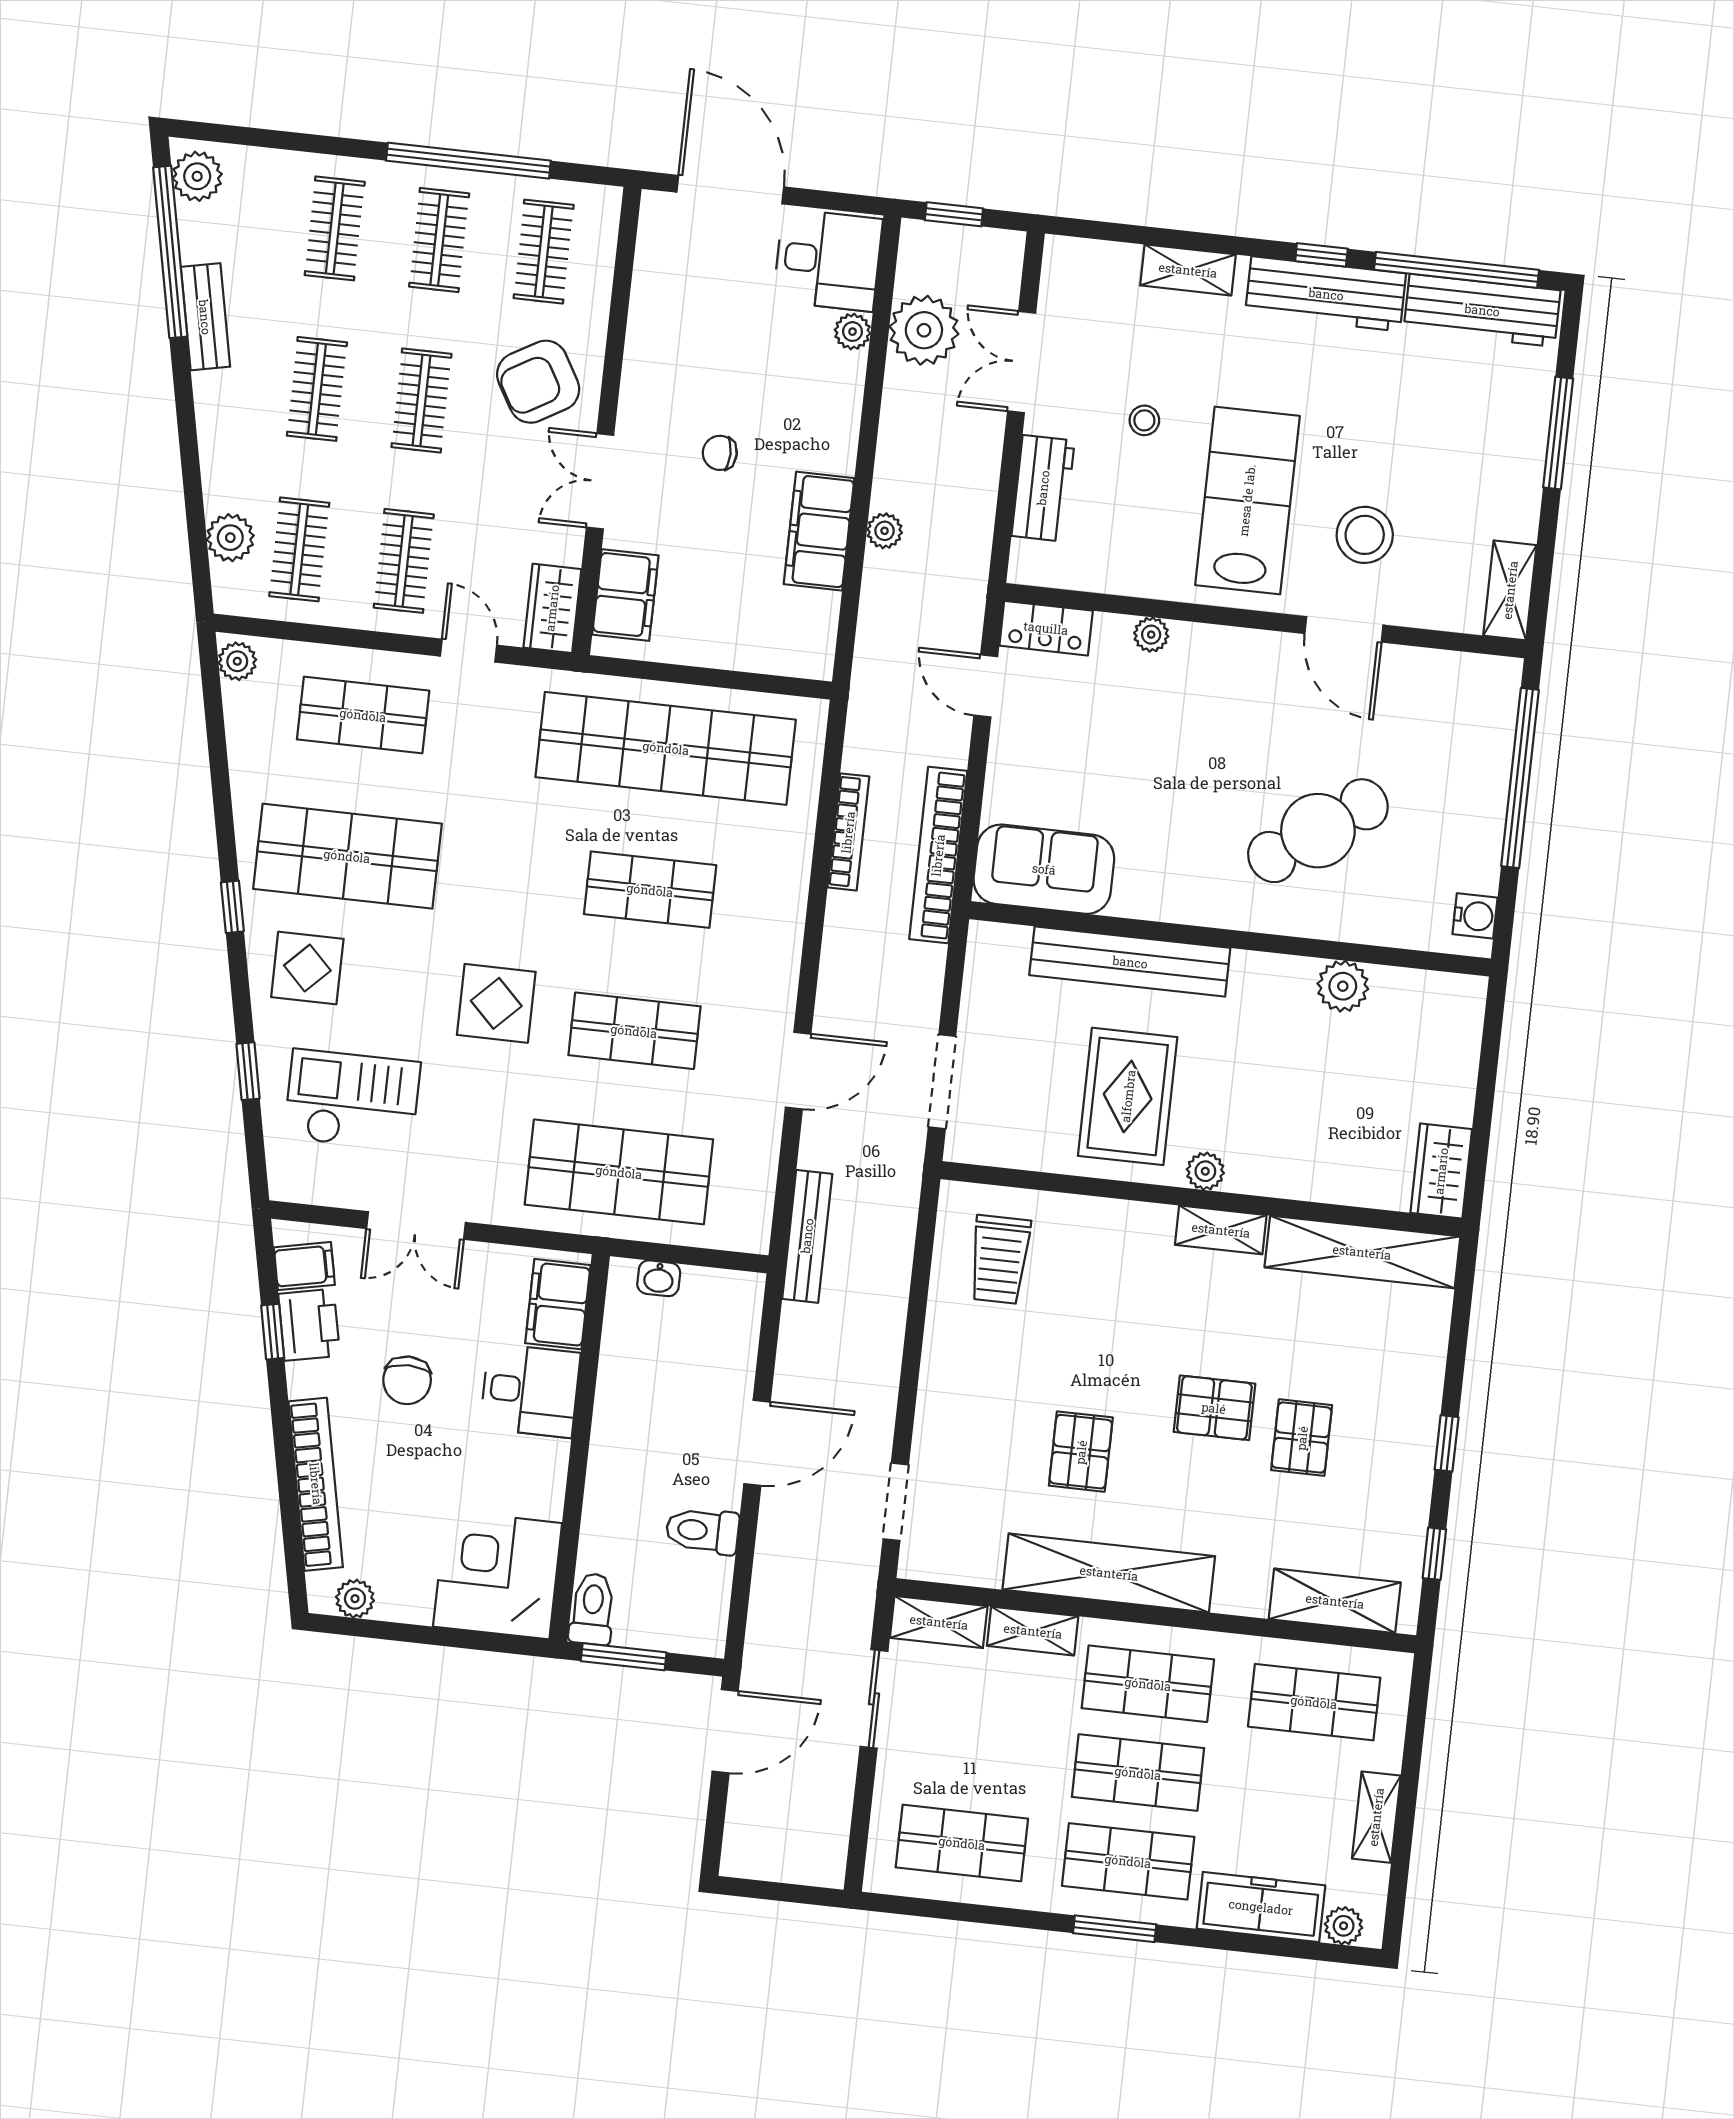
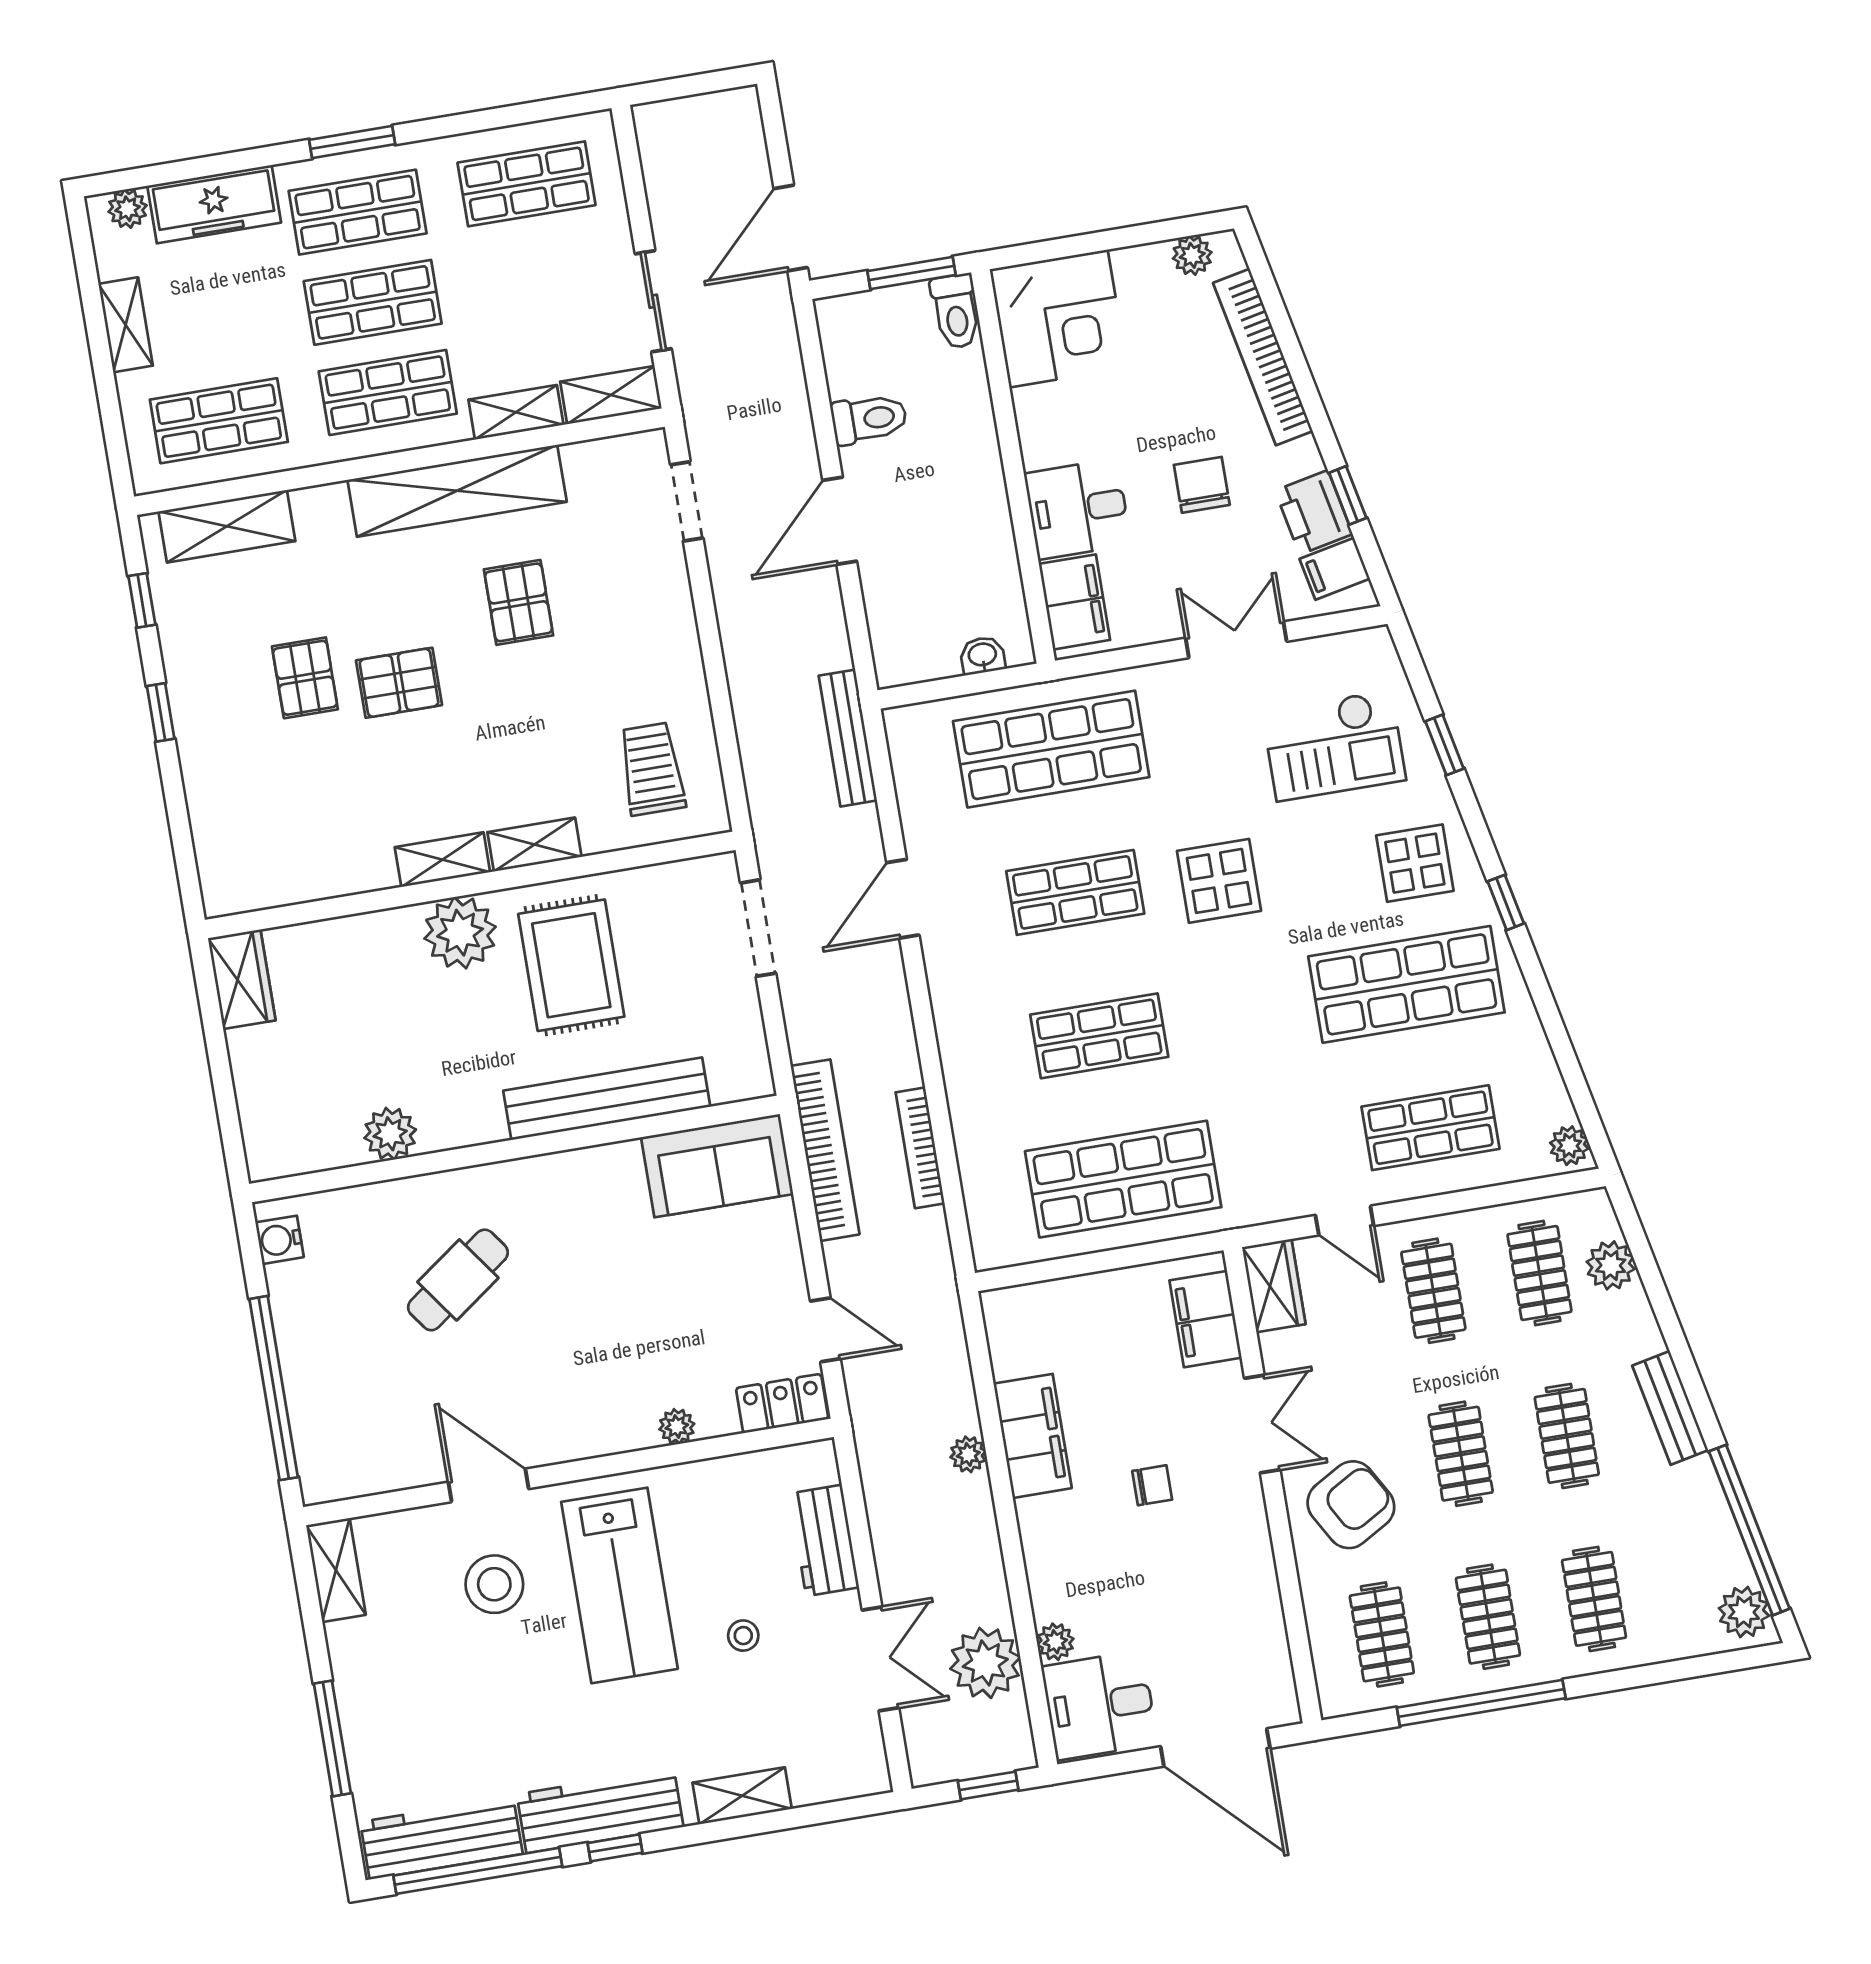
bench: (205, 317) -> (1670, 1408), moved
shop shelf: (666, 748) -> (1123, 1179), width x0.71
cafe table: (1318, 831) -> (458, 1280), width x0.73, depth x0.74
plant: (1205, 1171) -> (460, 933), width x1.87, depth x1.87
shelving: (1362, 1252) -> (534, 844), moved, width x0.45, depth x0.75

